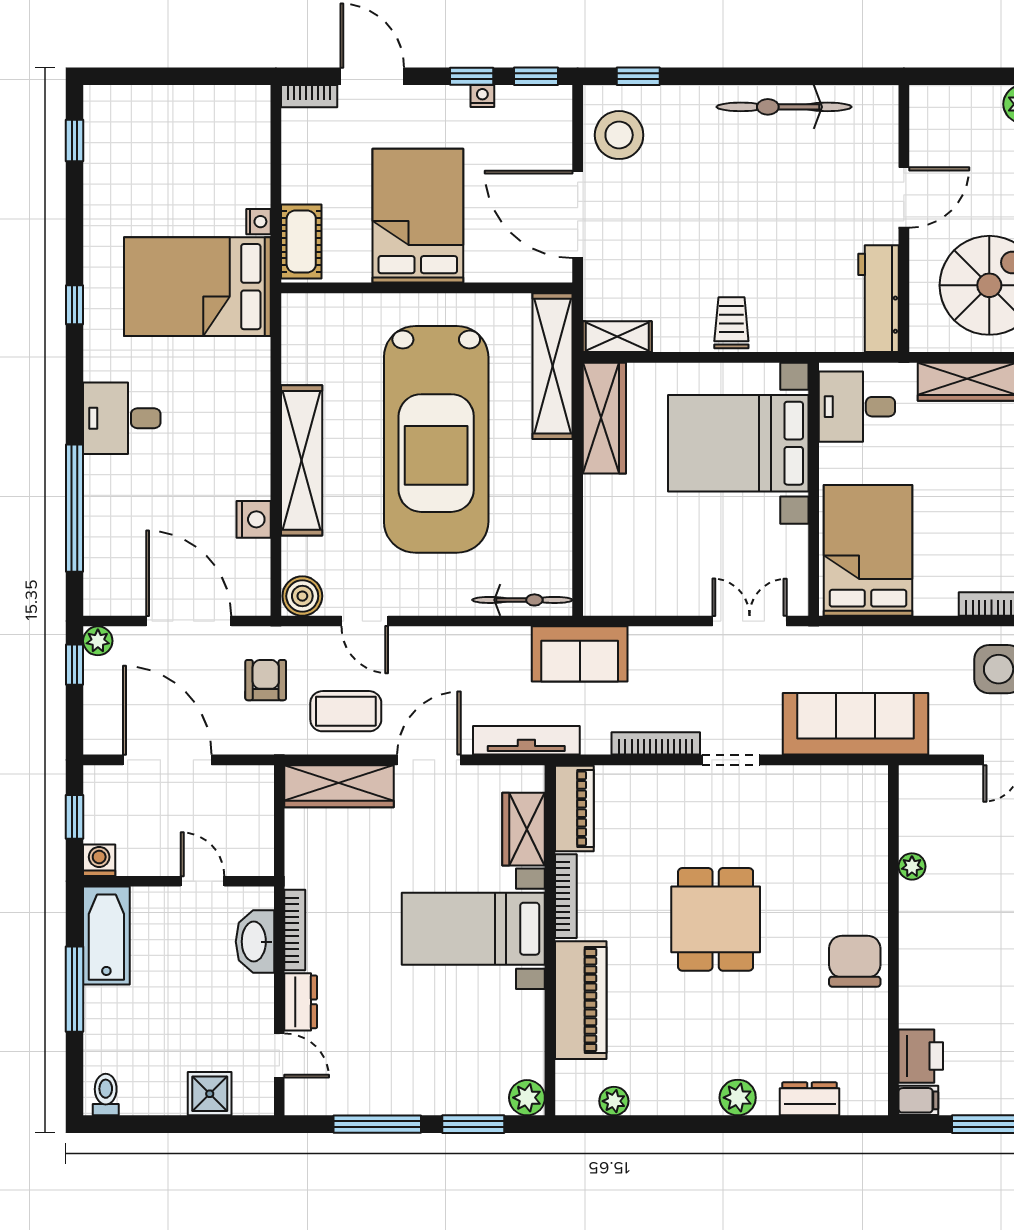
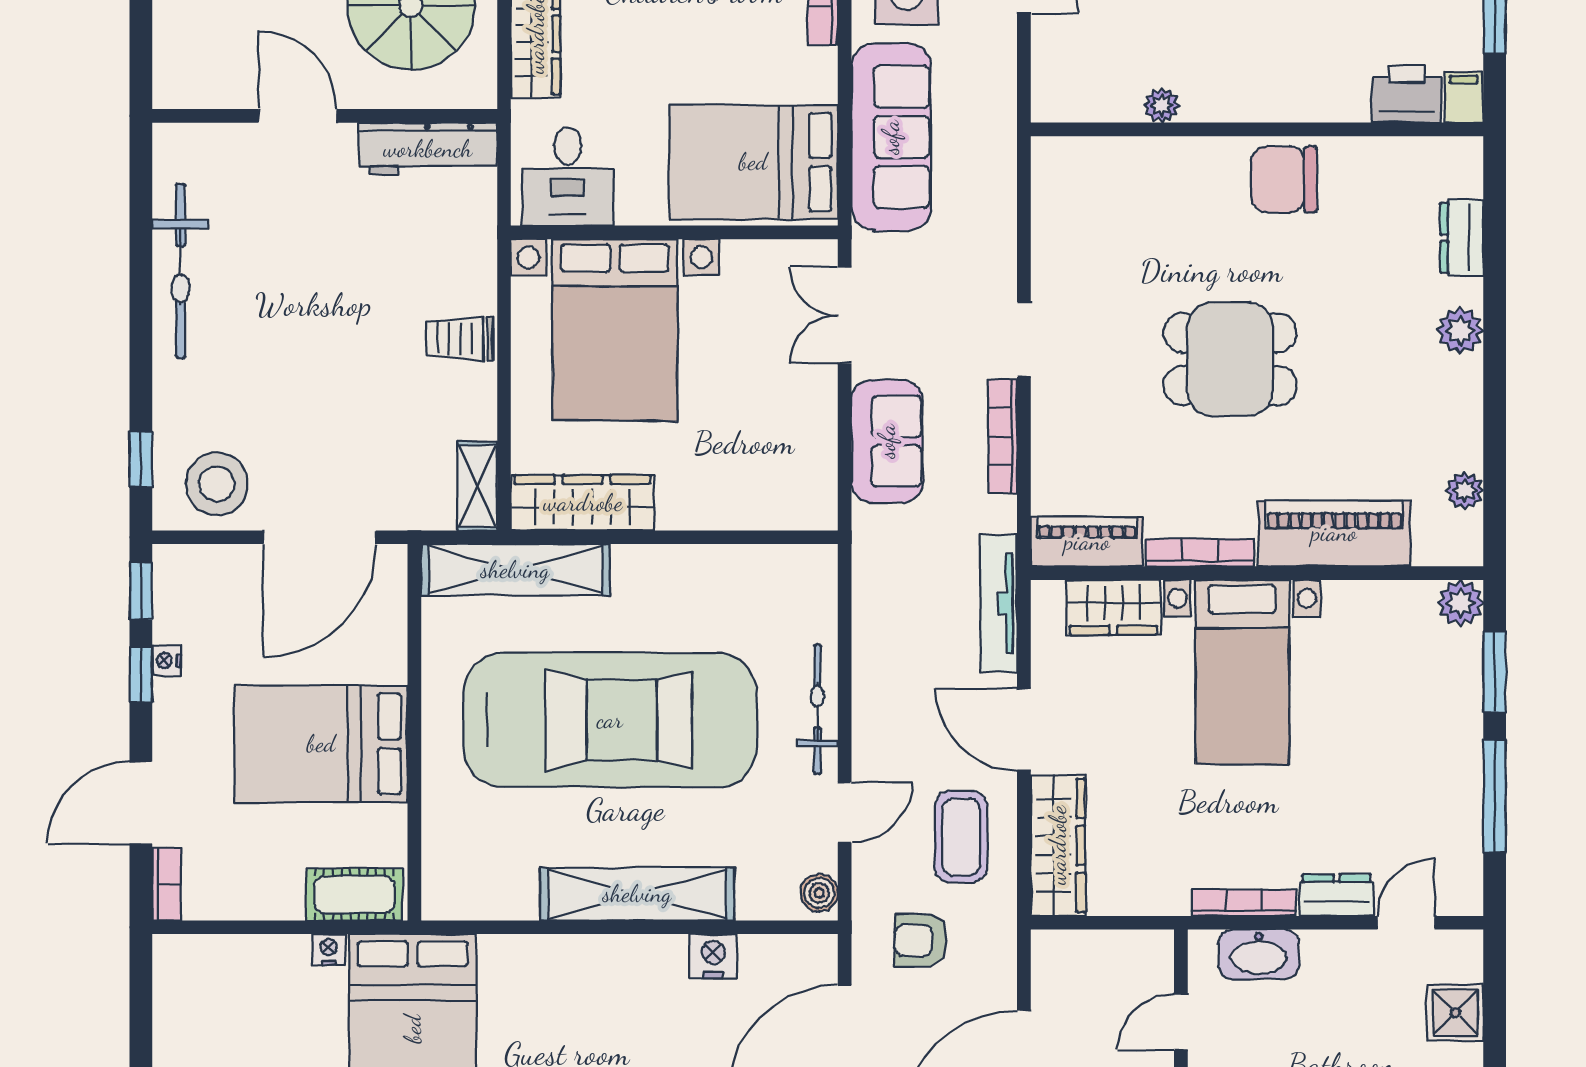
boiler: (302, 596) -> (819, 893), width x0.73, depth x0.73
bicycle: (522, 600) -> (817, 709), moved
sofa: (580, 654) -> (887, 441), moved
sofa: (855, 724) -> (891, 137), moved, turned 180

